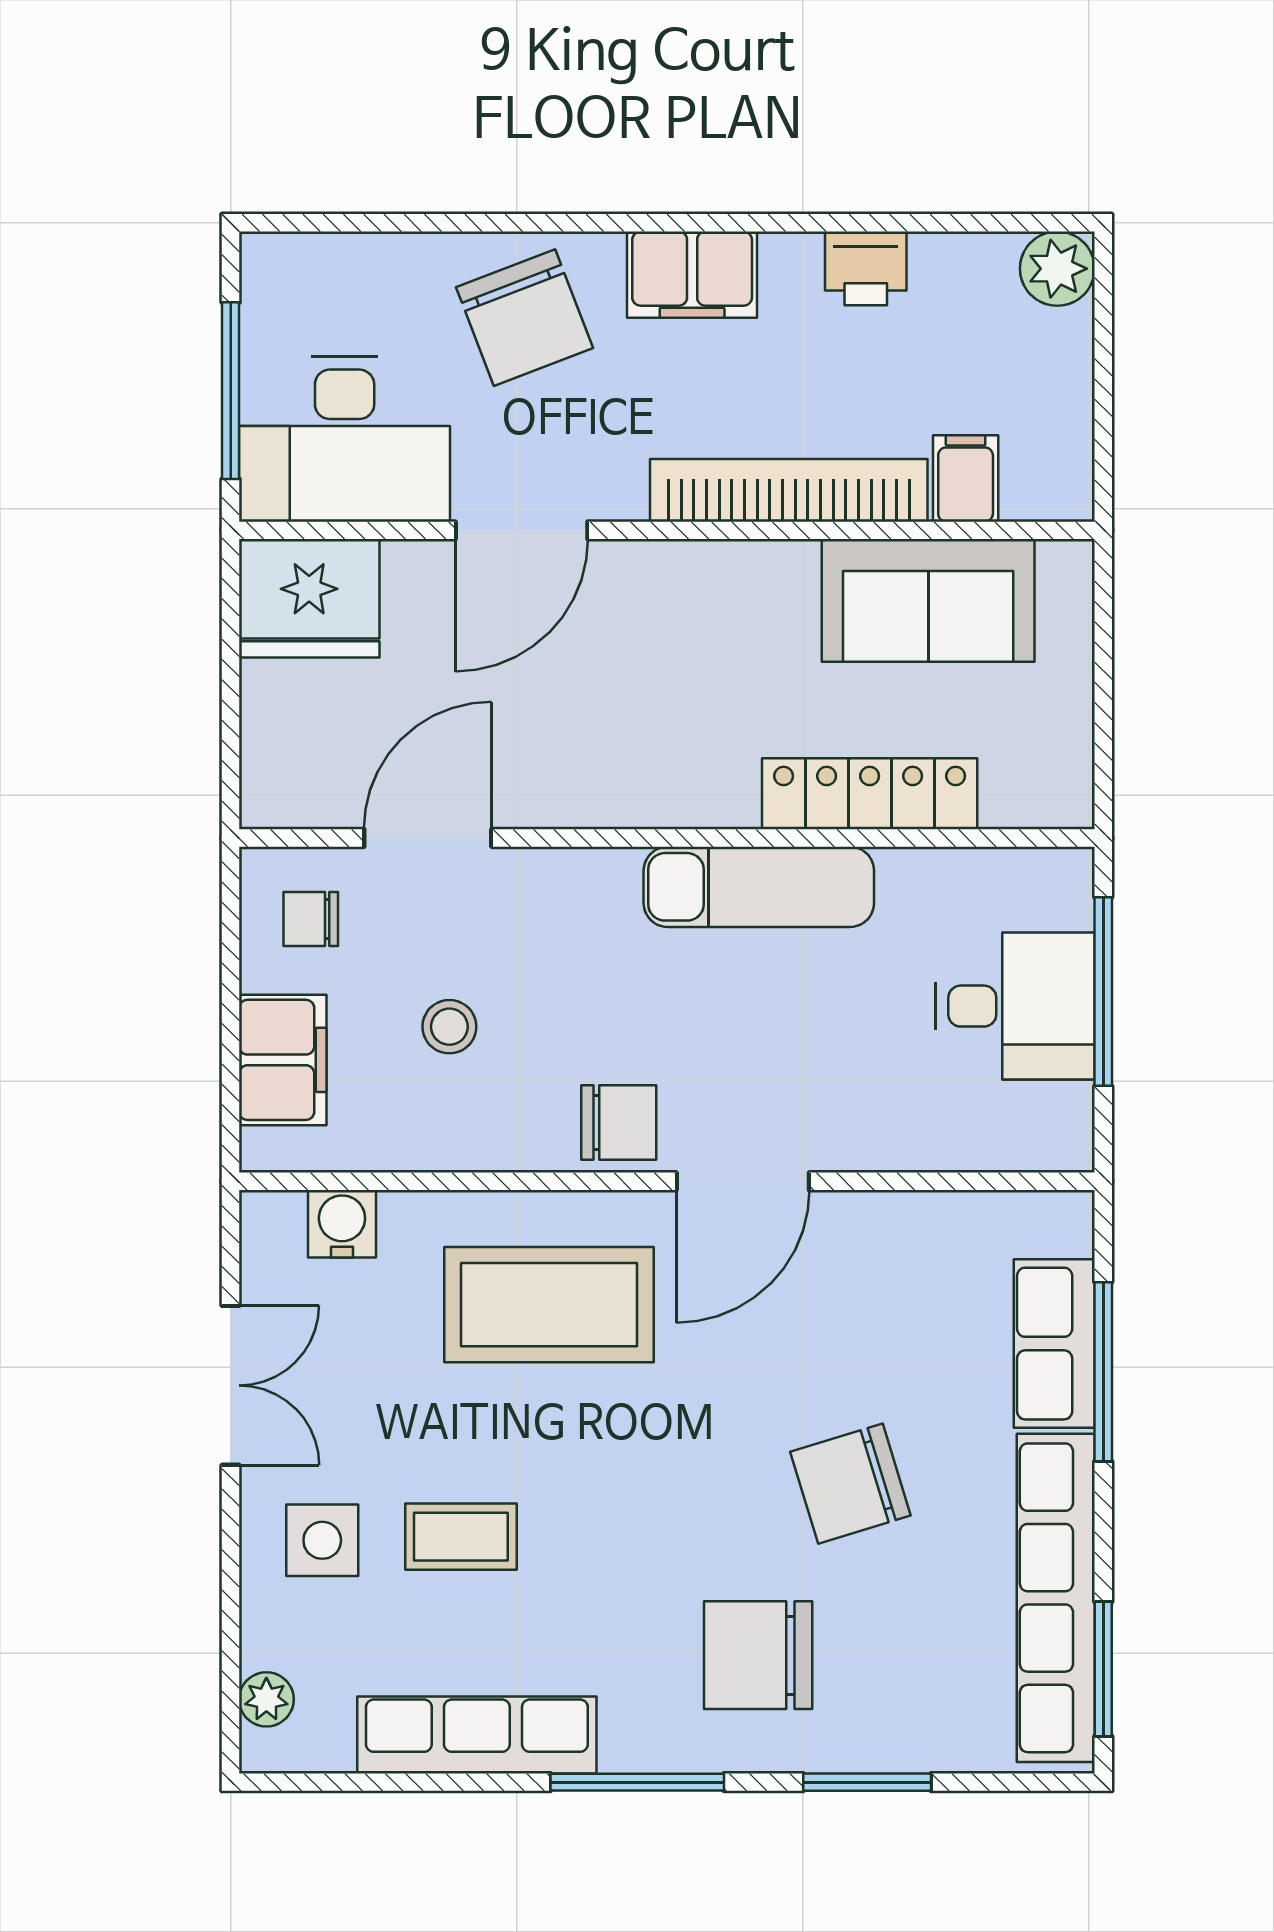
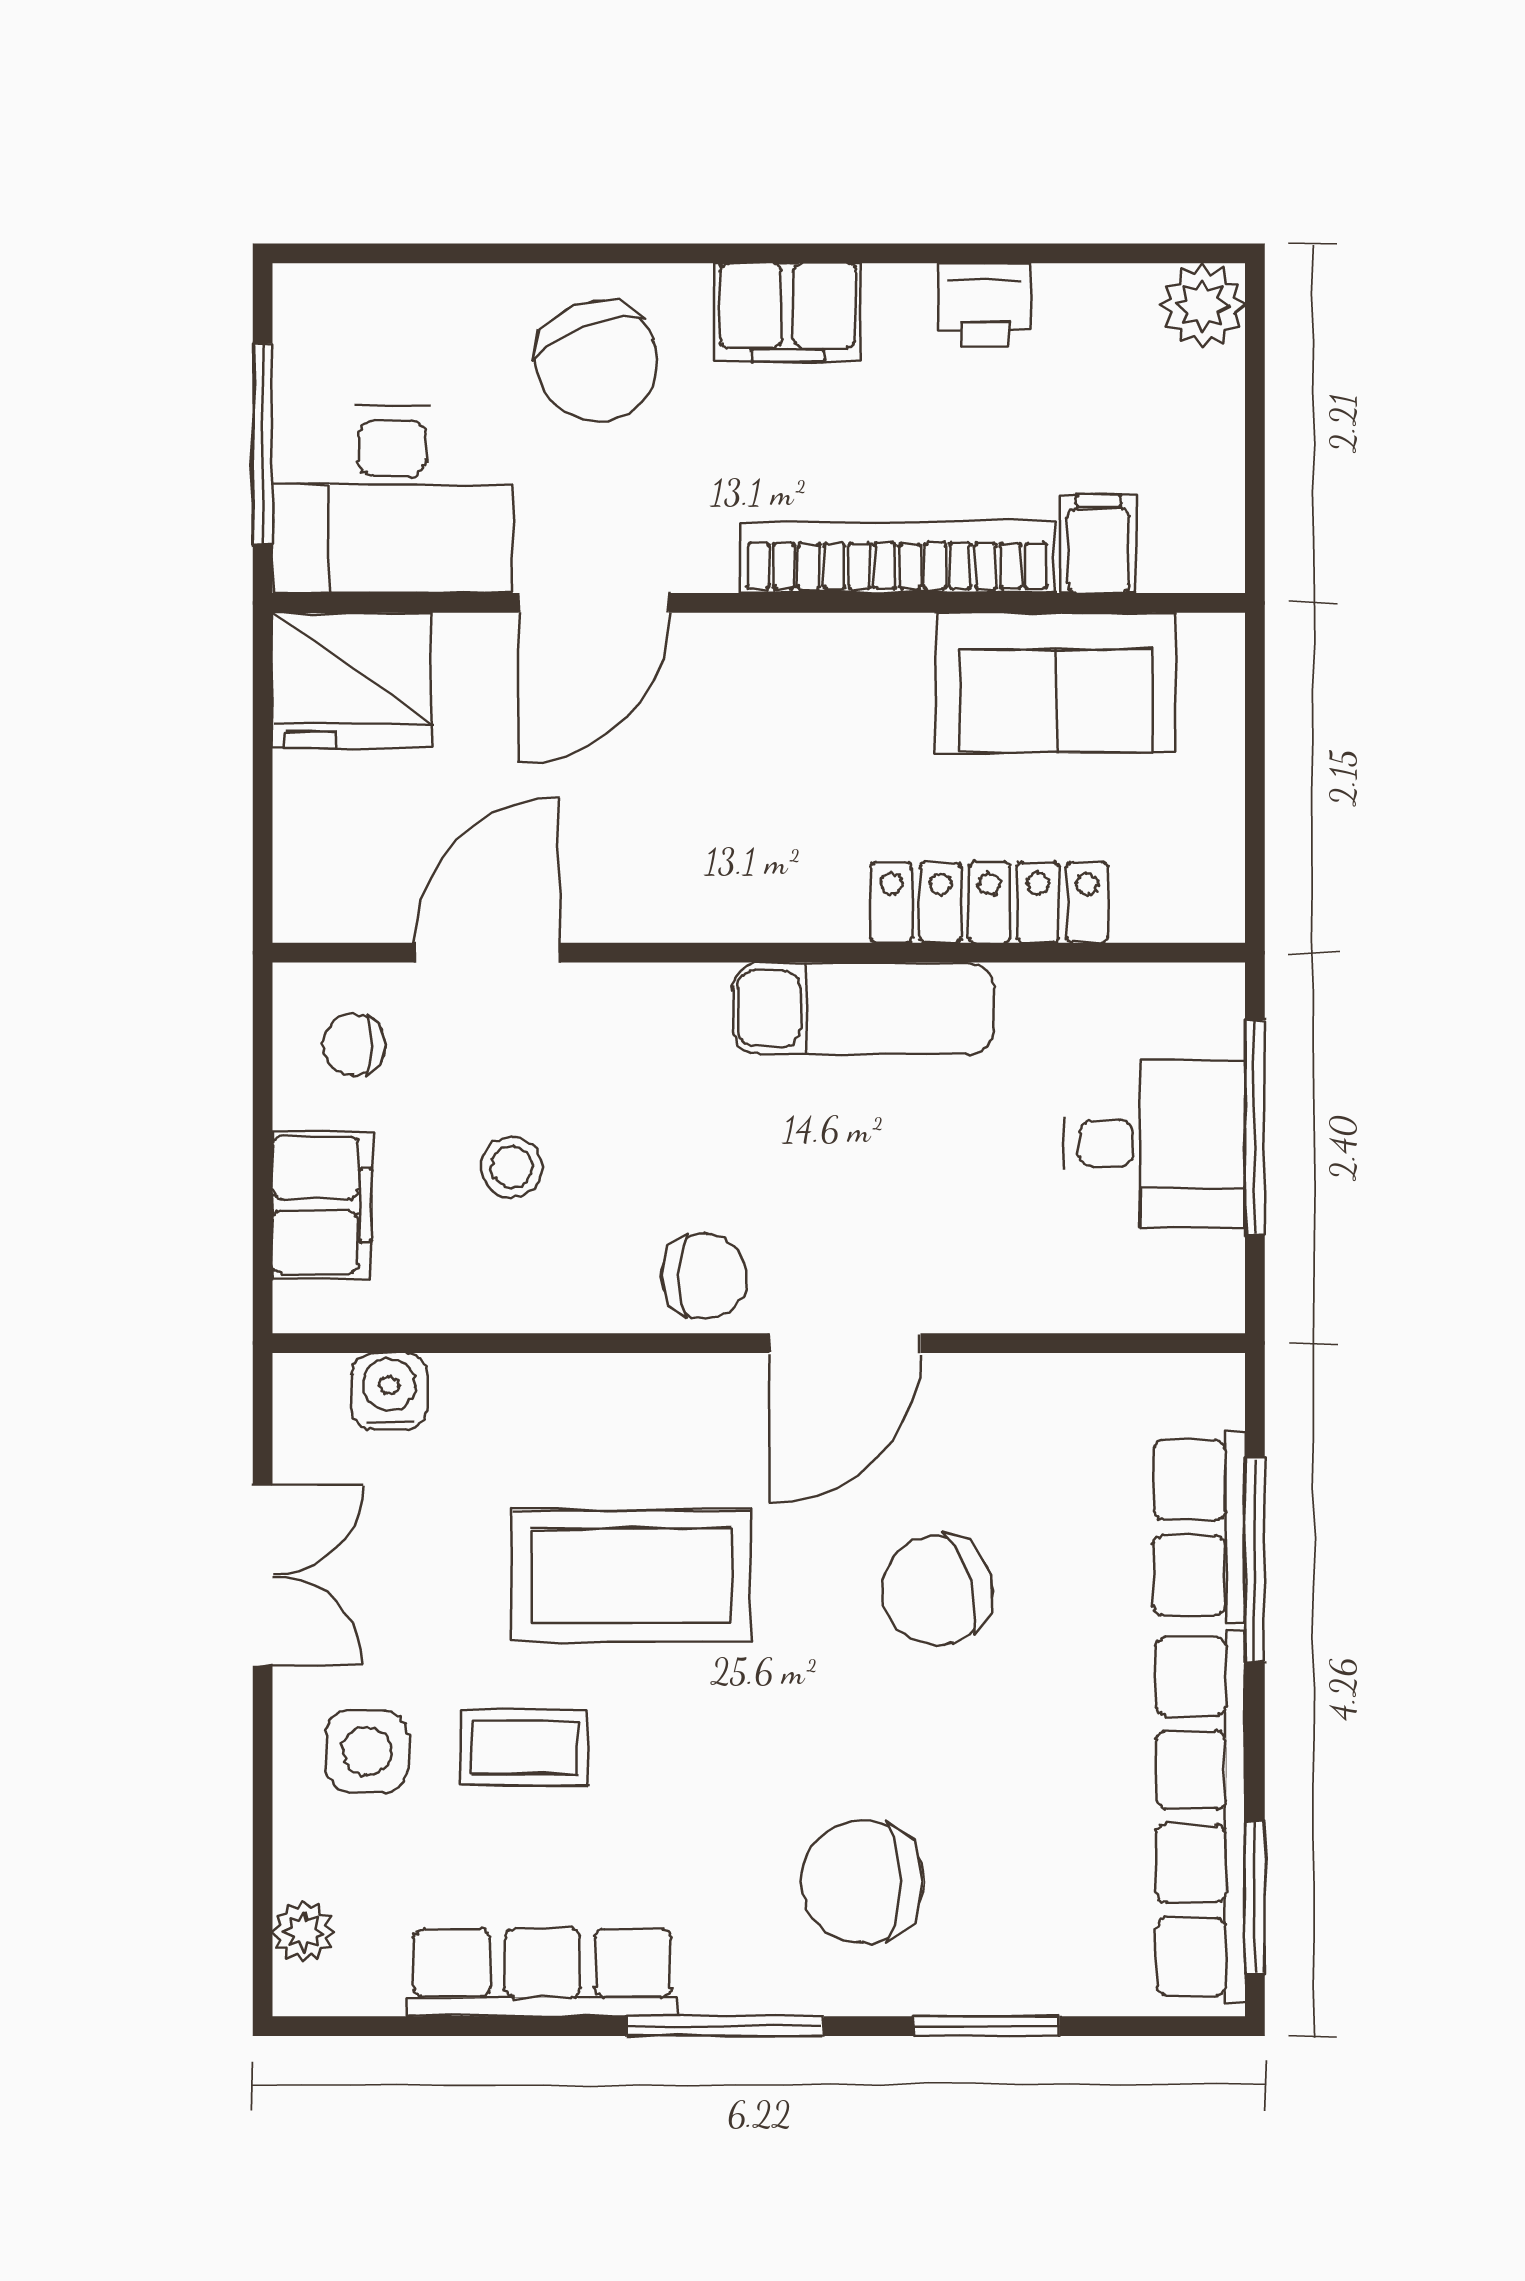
coffee table: (549, 1305) -> (631, 1576), moved
chair: (850, 1484) -> (937, 1590), moved

